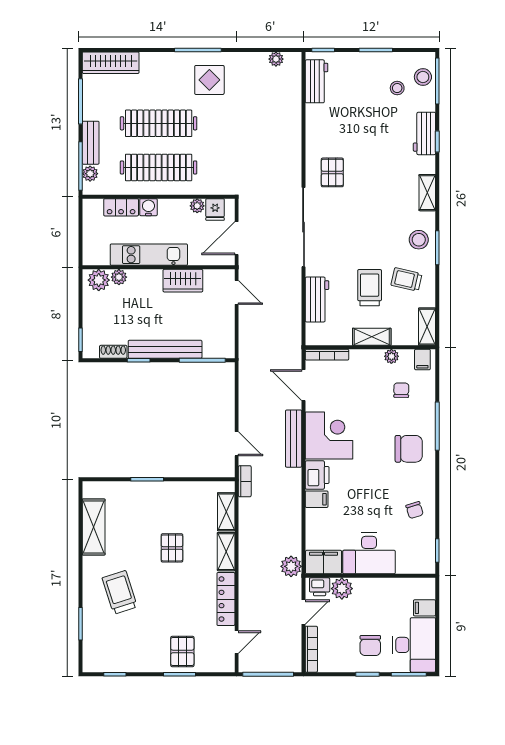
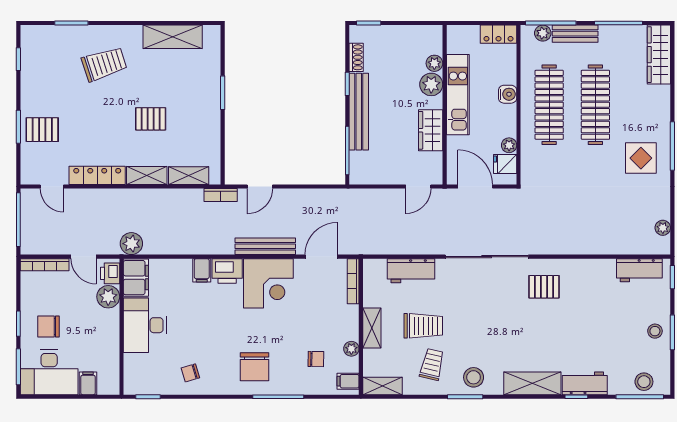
stool: (397, 88) -> (655, 331), moved
shelving: (427, 193) -> (532, 383), width x1.50, depth x1.33
locker: (121, 207) -> (499, 34), moved, turned -90
plant: (99, 280) -> (431, 84), moved

